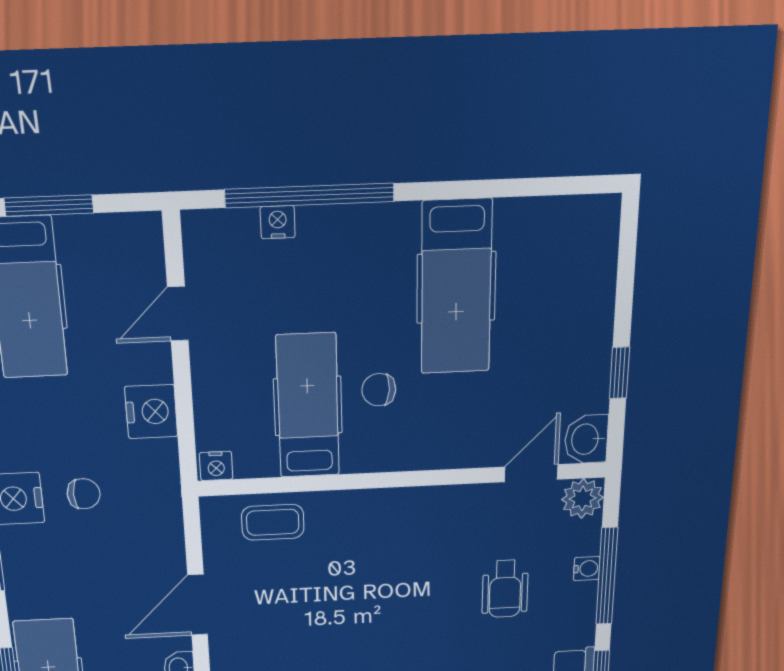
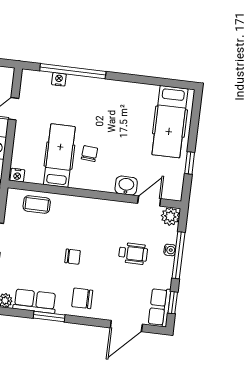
hospital bed: (456, 288) -> (170, 122), moved
chair: (379, 390) -> (89, 154), turned 92
washbasin: (586, 439) -> (126, 186), moved, turned 90
wheelchair: (505, 589) -> (133, 253), turned -90
chair: (371, 617) -> (73, 257), added

